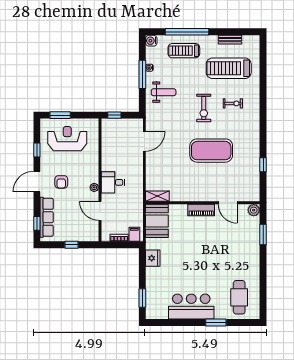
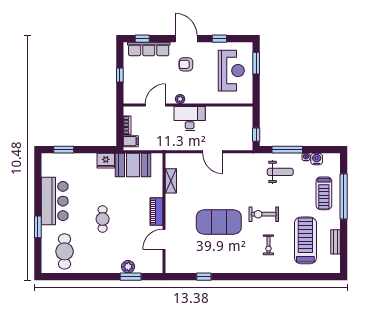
water cooler: (151, 41) -> (317, 159), moved
treadmill: (184, 51) -> (324, 193), turned 180
window: (142, 74) -> (287, 150), moved
weight bench: (164, 92) -> (280, 172), turned -90
window: (114, 115) -> (256, 135), moved
door: (144, 141) -> (213, 152), moved
exercise mat: (211, 151) -> (219, 222), turned 90
desk: (113, 182) -> (190, 119), width x1.37
shelving: (157, 196) -> (171, 181), moved
plant: (254, 210) -> (128, 267), moved
booth: (157, 221) -> (133, 165), moved
cafe table: (208, 261) -> (103, 219), added
cafe table: (239, 297) -> (65, 251), turned 90

